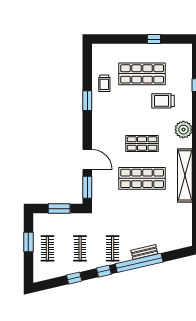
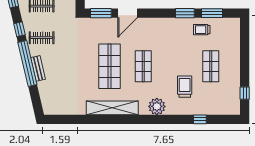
window: (154, 39) -> (245, 93), moved
window: (87, 73) -> (212, 13), added
shop shelf: (142, 74) -> (211, 66), width x0.70, depth x0.74

